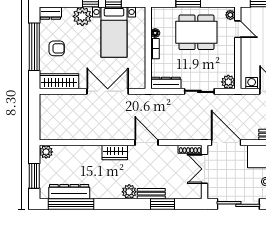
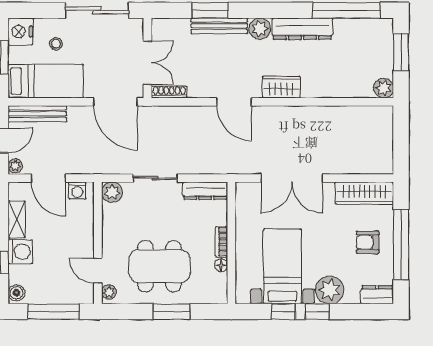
dresser: (69, 192) -> (302, 29), moved
bench: (151, 194) -> (219, 26), width x1.36

